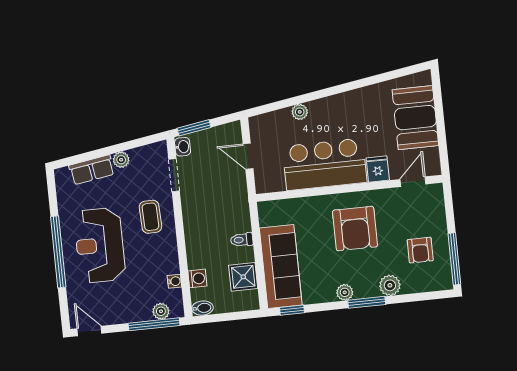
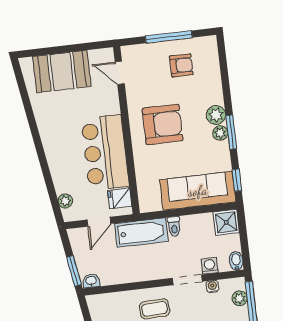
plant: (300, 112) -> (65, 201), moved
fridge: (378, 169) -> (120, 198), moved
doorway: (174, 175) -> (187, 280), moved
bathtub: (235, 204) -> (142, 232), added
window: (454, 259) -> (169, 37), moved
shower: (243, 277) -> (226, 222), moved
plant: (390, 285) -> (216, 115), moved
window: (367, 302) -> (231, 132), moved

